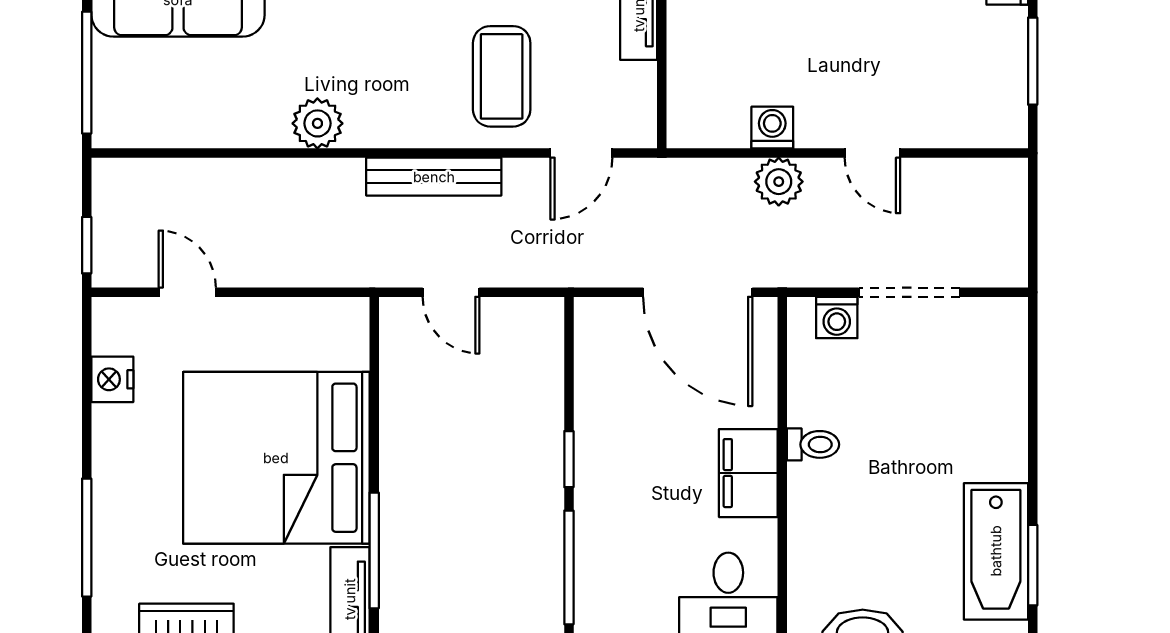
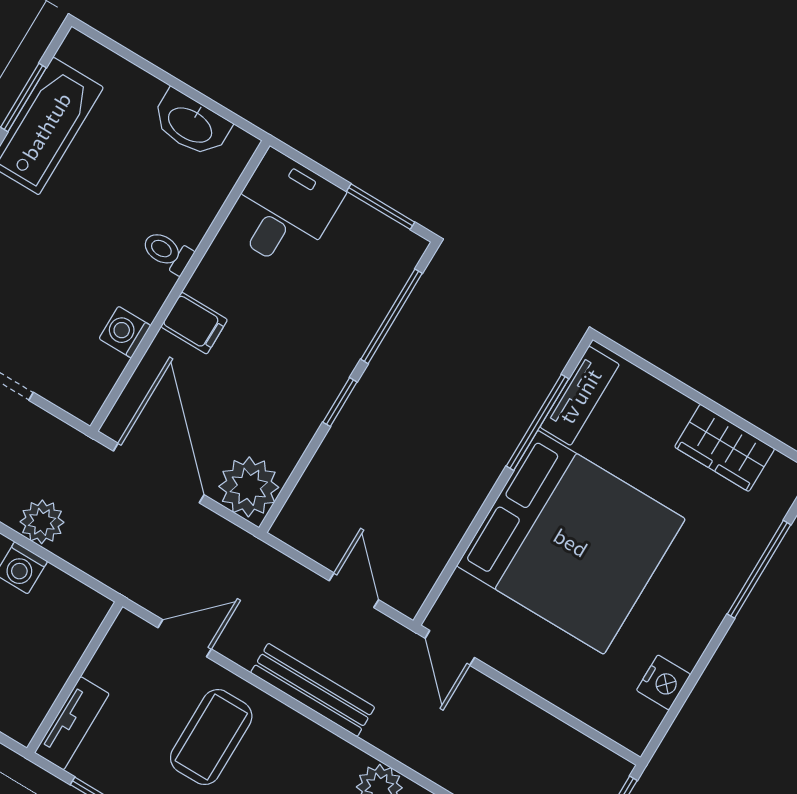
door: (187, 292) -> (450, 648), moved
washing machine: (837, 318) -> (125, 332), moved, turned -90
plant: (606, 330) -> (249, 487), added
toilet: (813, 444) -> (167, 252), moved
filing cabinet: (748, 473) -> (194, 323), width x0.50

